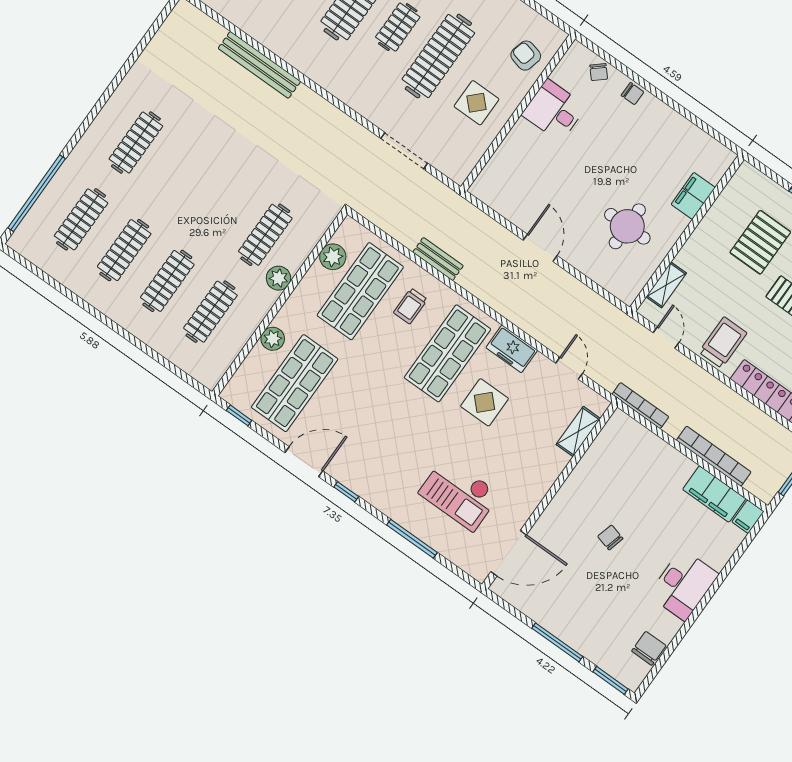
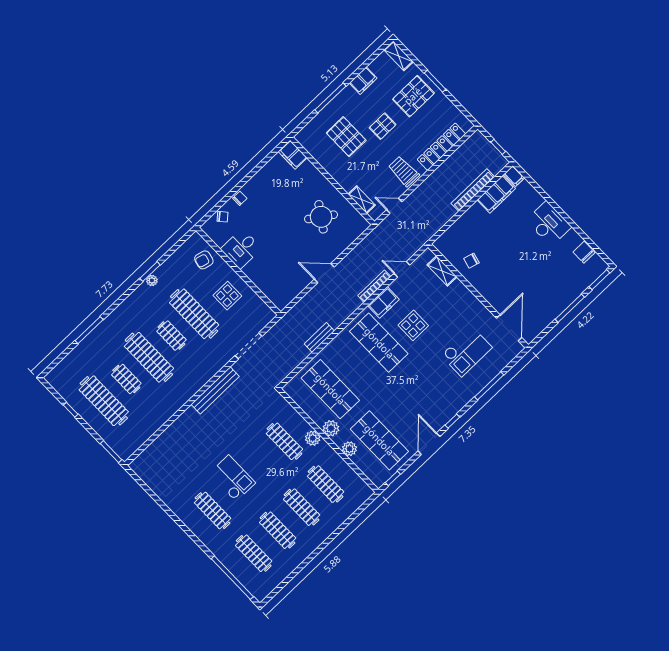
bench: (259, 65) -> (215, 390), moved
checkout: (192, 164) -> (232, 478), added
filing cabinet: (693, 196) -> (293, 155), moved
round table: (627, 226) -> (321, 217), turned 34
plant: (333, 257) -> (331, 428), moved
trolley: (410, 306) -> (345, 360), removed
bookcase: (640, 406) -> (374, 286), moved
chair: (610, 537) -> (471, 261), moved

